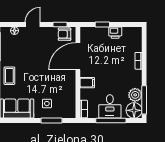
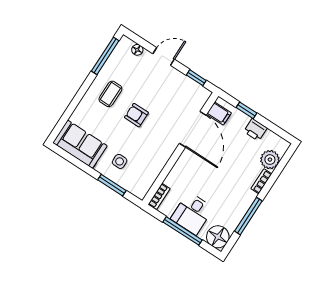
armchair: (64, 34) -> (136, 115), moved
door: (78, 56) -> (193, 129), swing flipped
coffee table: (9, 76) -> (110, 94), moved
filing cabinet: (87, 83) -> (219, 114), moved
plant: (135, 95) -> (270, 160), moved
window: (144, 100) -> (248, 216), moved

